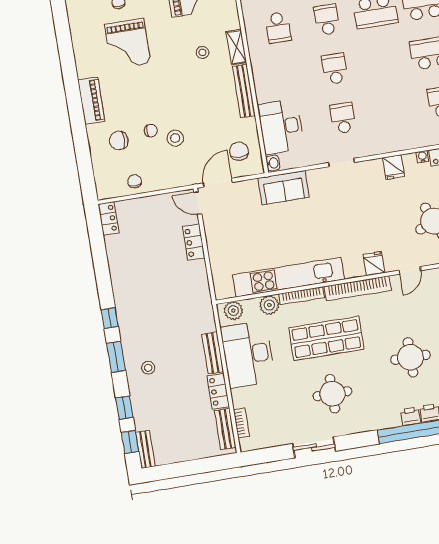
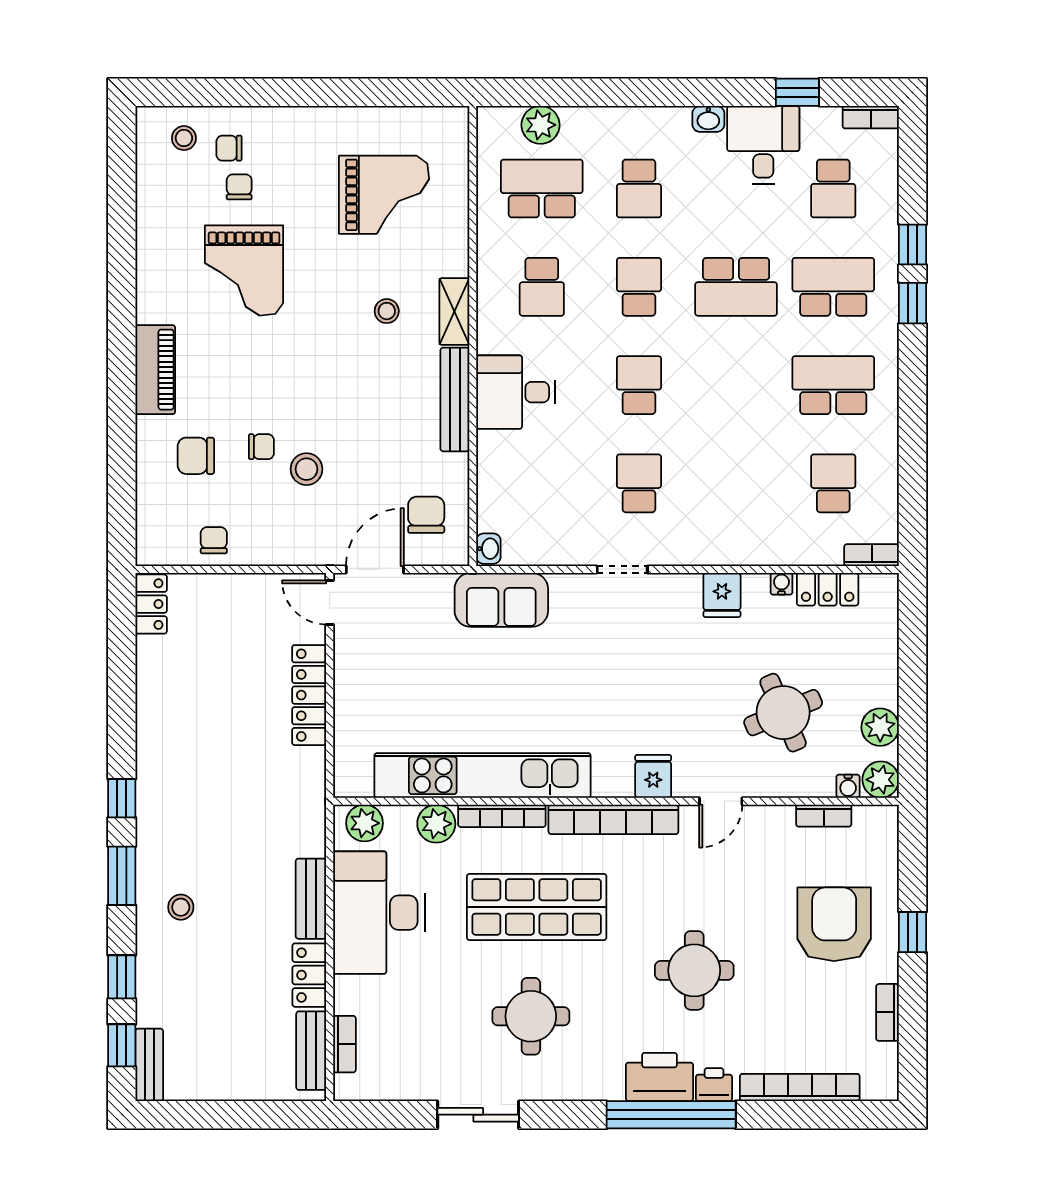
desk: (281, 127) -> (516, 392), moved, width x0.73
locker: (194, 242) -> (309, 695), width x1.53
printer: (410, 416) -> (659, 1077), width x1.87, depth x1.48

